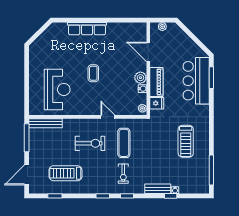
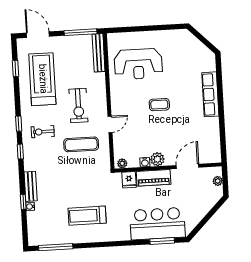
treadmill: (66, 173) -> (42, 79), width x1.37, depth x1.38
exercise bike: (123, 174) -> (43, 132), moved

